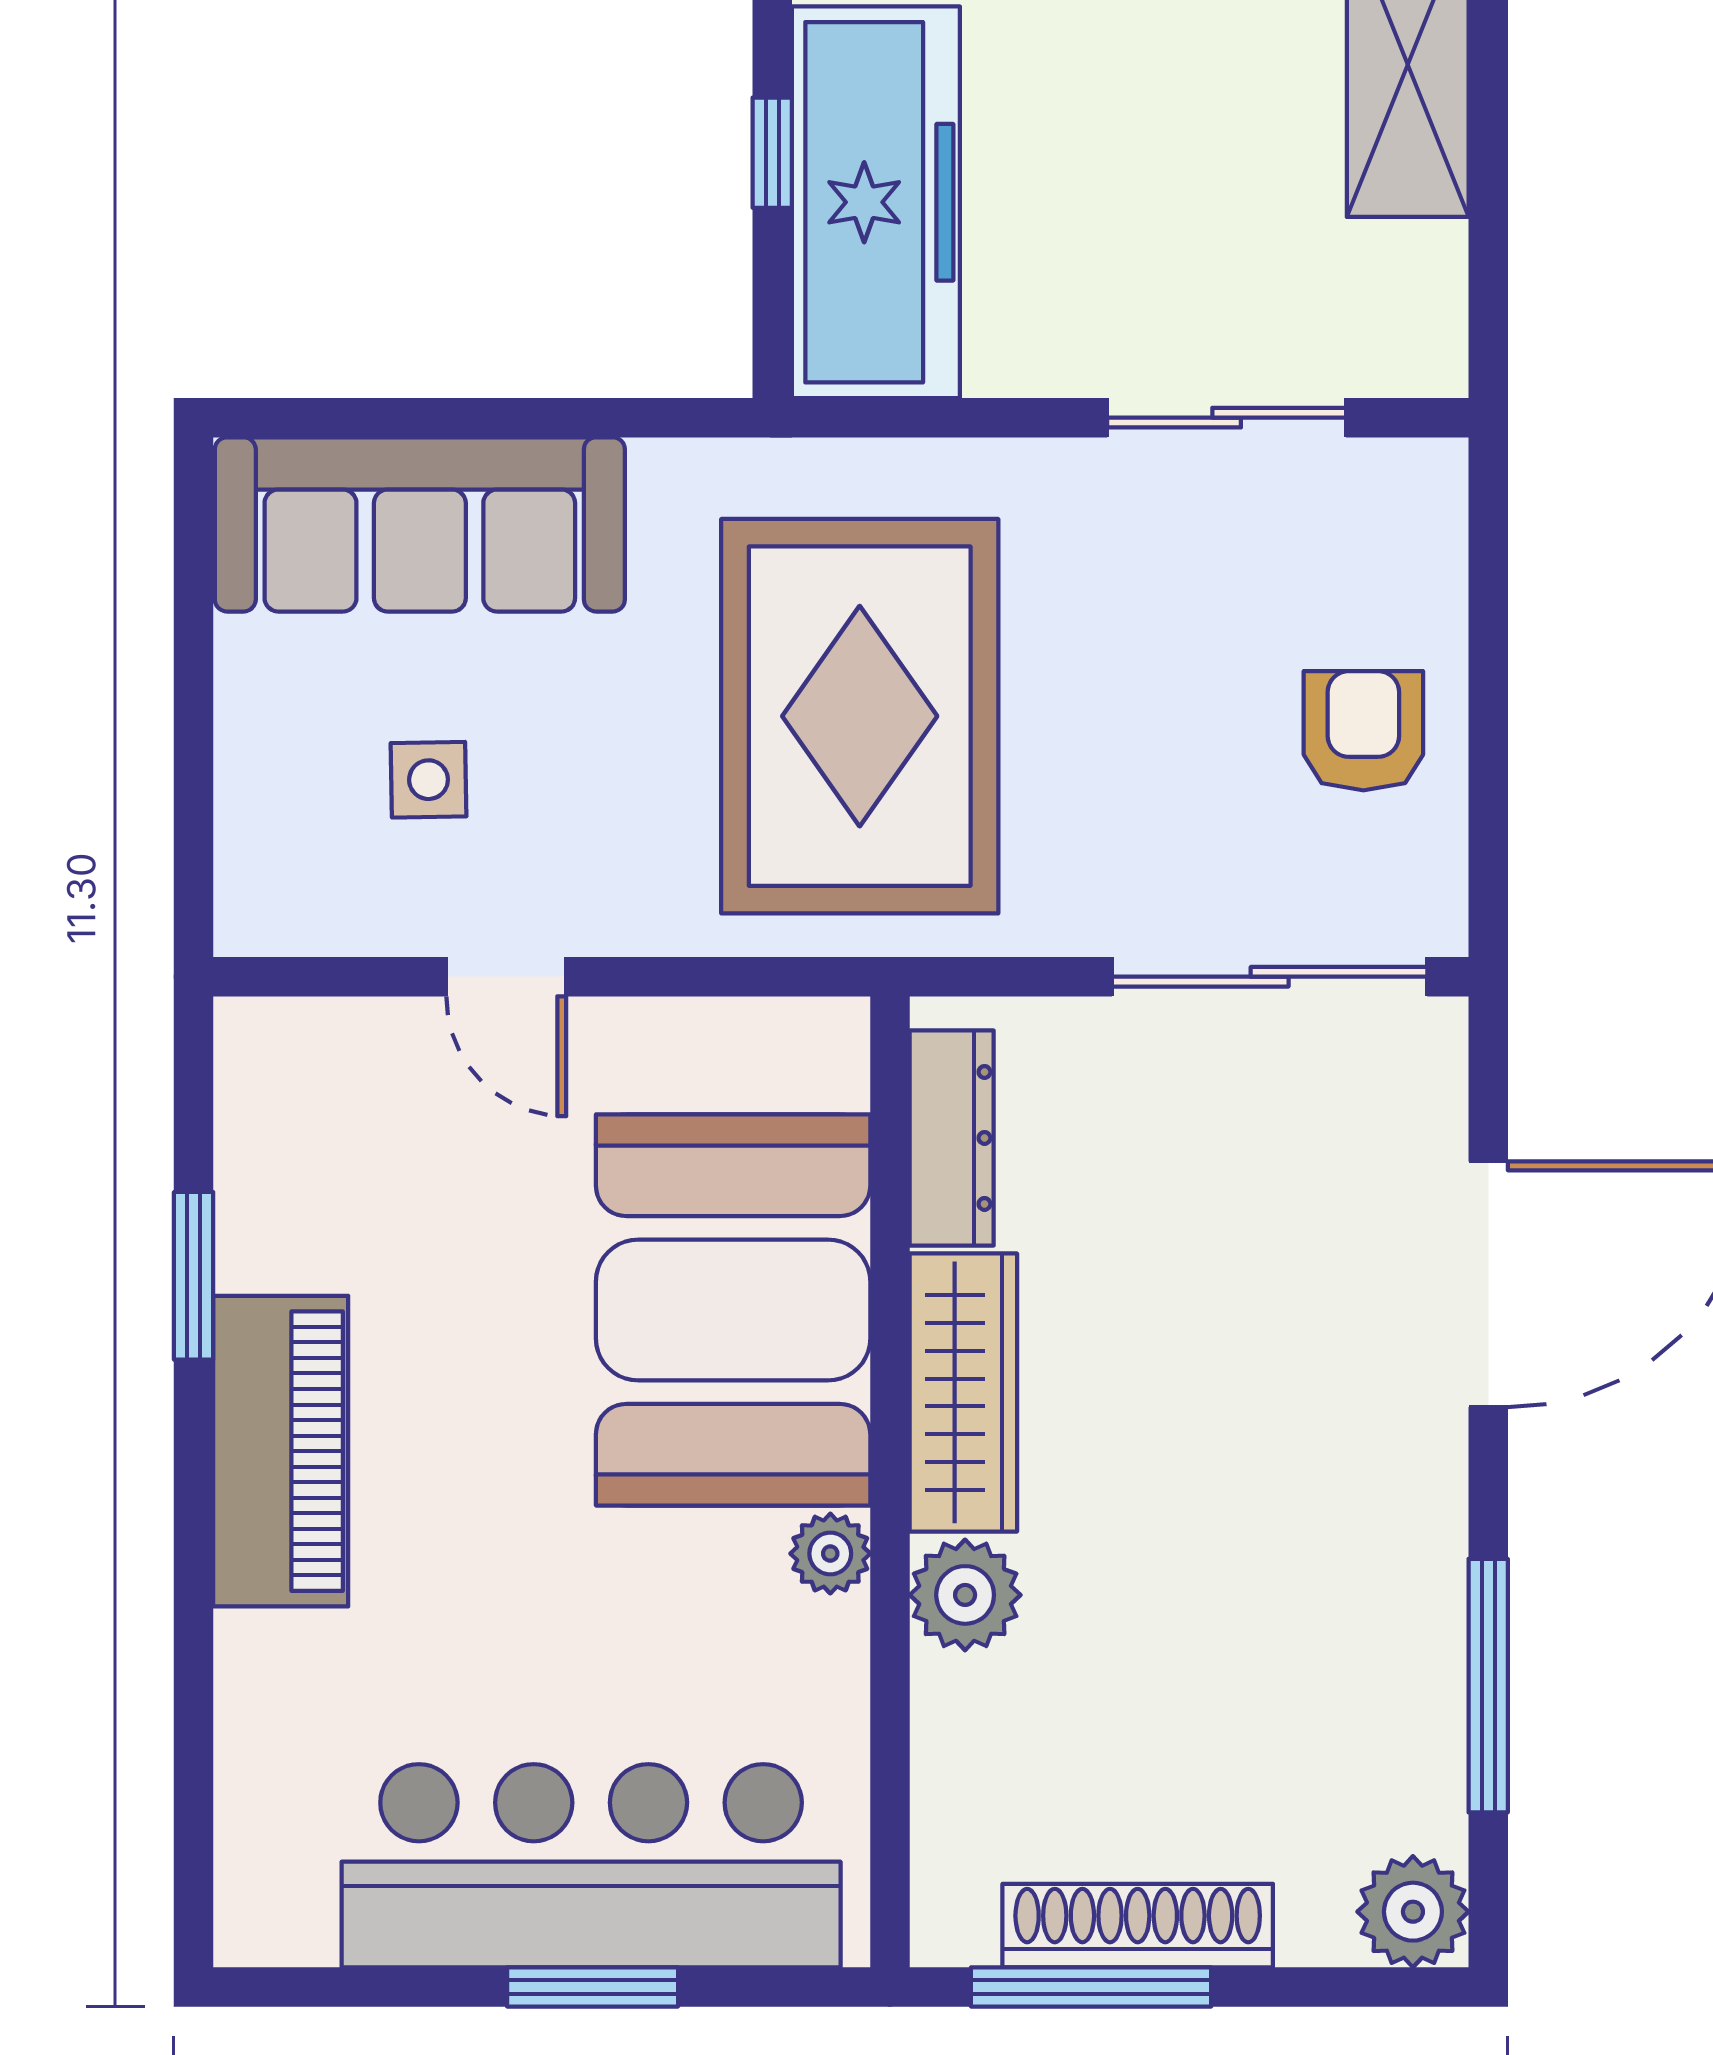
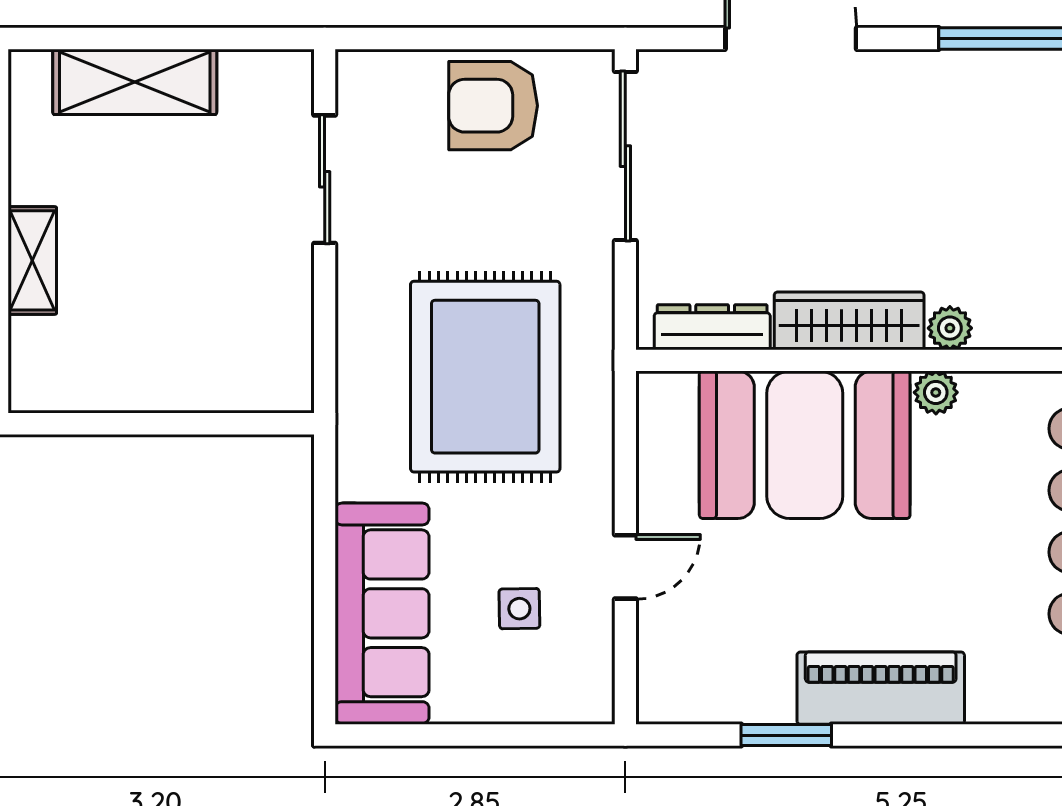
window: (772, 153) -> (182, 424), removed
freezer: (876, 202) -> (209, 368), removed
rug: (860, 716) -> (485, 377), turned 90
armchair: (1363, 731) -> (493, 106), width x1.38, depth x1.38
plant: (965, 1595) -> (950, 328), width x0.73, depth x0.73

